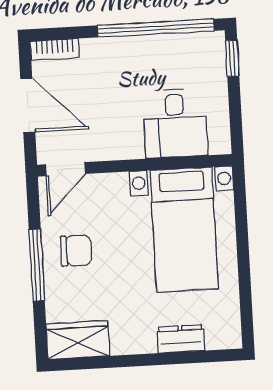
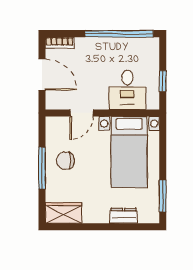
window: (232, 58) -> (163, 81), moved
door: (66, 169) -> (81, 113), moved
chair: (76, 251) -> (65, 161), turned 180
window: (246, 302) -> (163, 196), added

